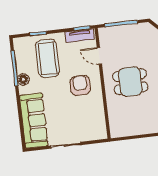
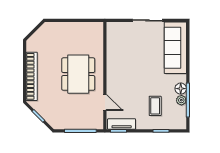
coffee table: (47, 58) -> (155, 106), width x0.54, depth x0.58
plant: (21, 67) -> (181, 100), added
dining table: (130, 82) -> (78, 74), width x1.38
armchair: (80, 85) -> (127, 76), removed

